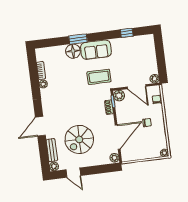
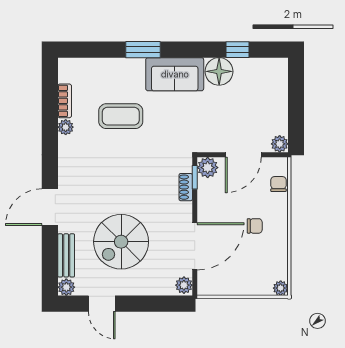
floor lamp: (73, 51) -> (219, 71), moved
coffee table: (99, 77) -> (121, 116), moved
door: (137, 87) -> (243, 155), hinge flipped

